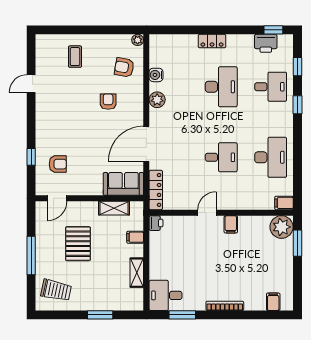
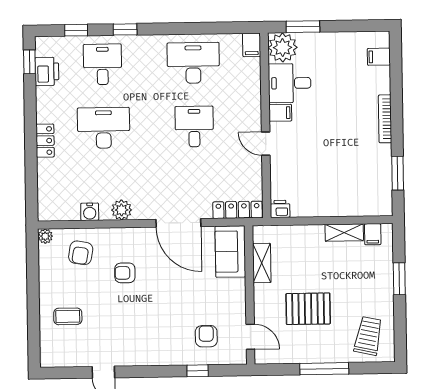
filing cabinet: (135, 237) -> (373, 234), moved
desk: (166, 295) -> (290, 83), moved, turned 90

